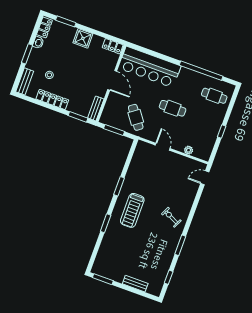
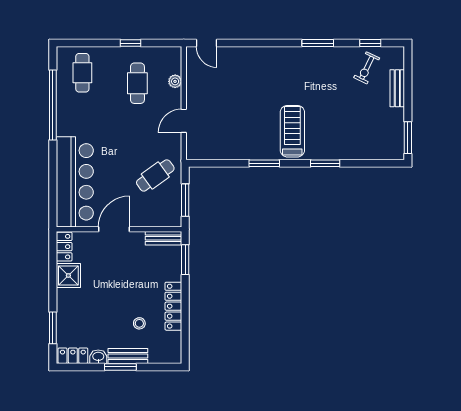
shower: (83, 38) -> (68, 275), moved
bench: (25, 81) -> (128, 356), moved
cafe table: (173, 108) -> (137, 83), moved
treadmill: (132, 210) -> (292, 131), turned -90
exercise bike: (171, 217) -> (367, 68), moved

